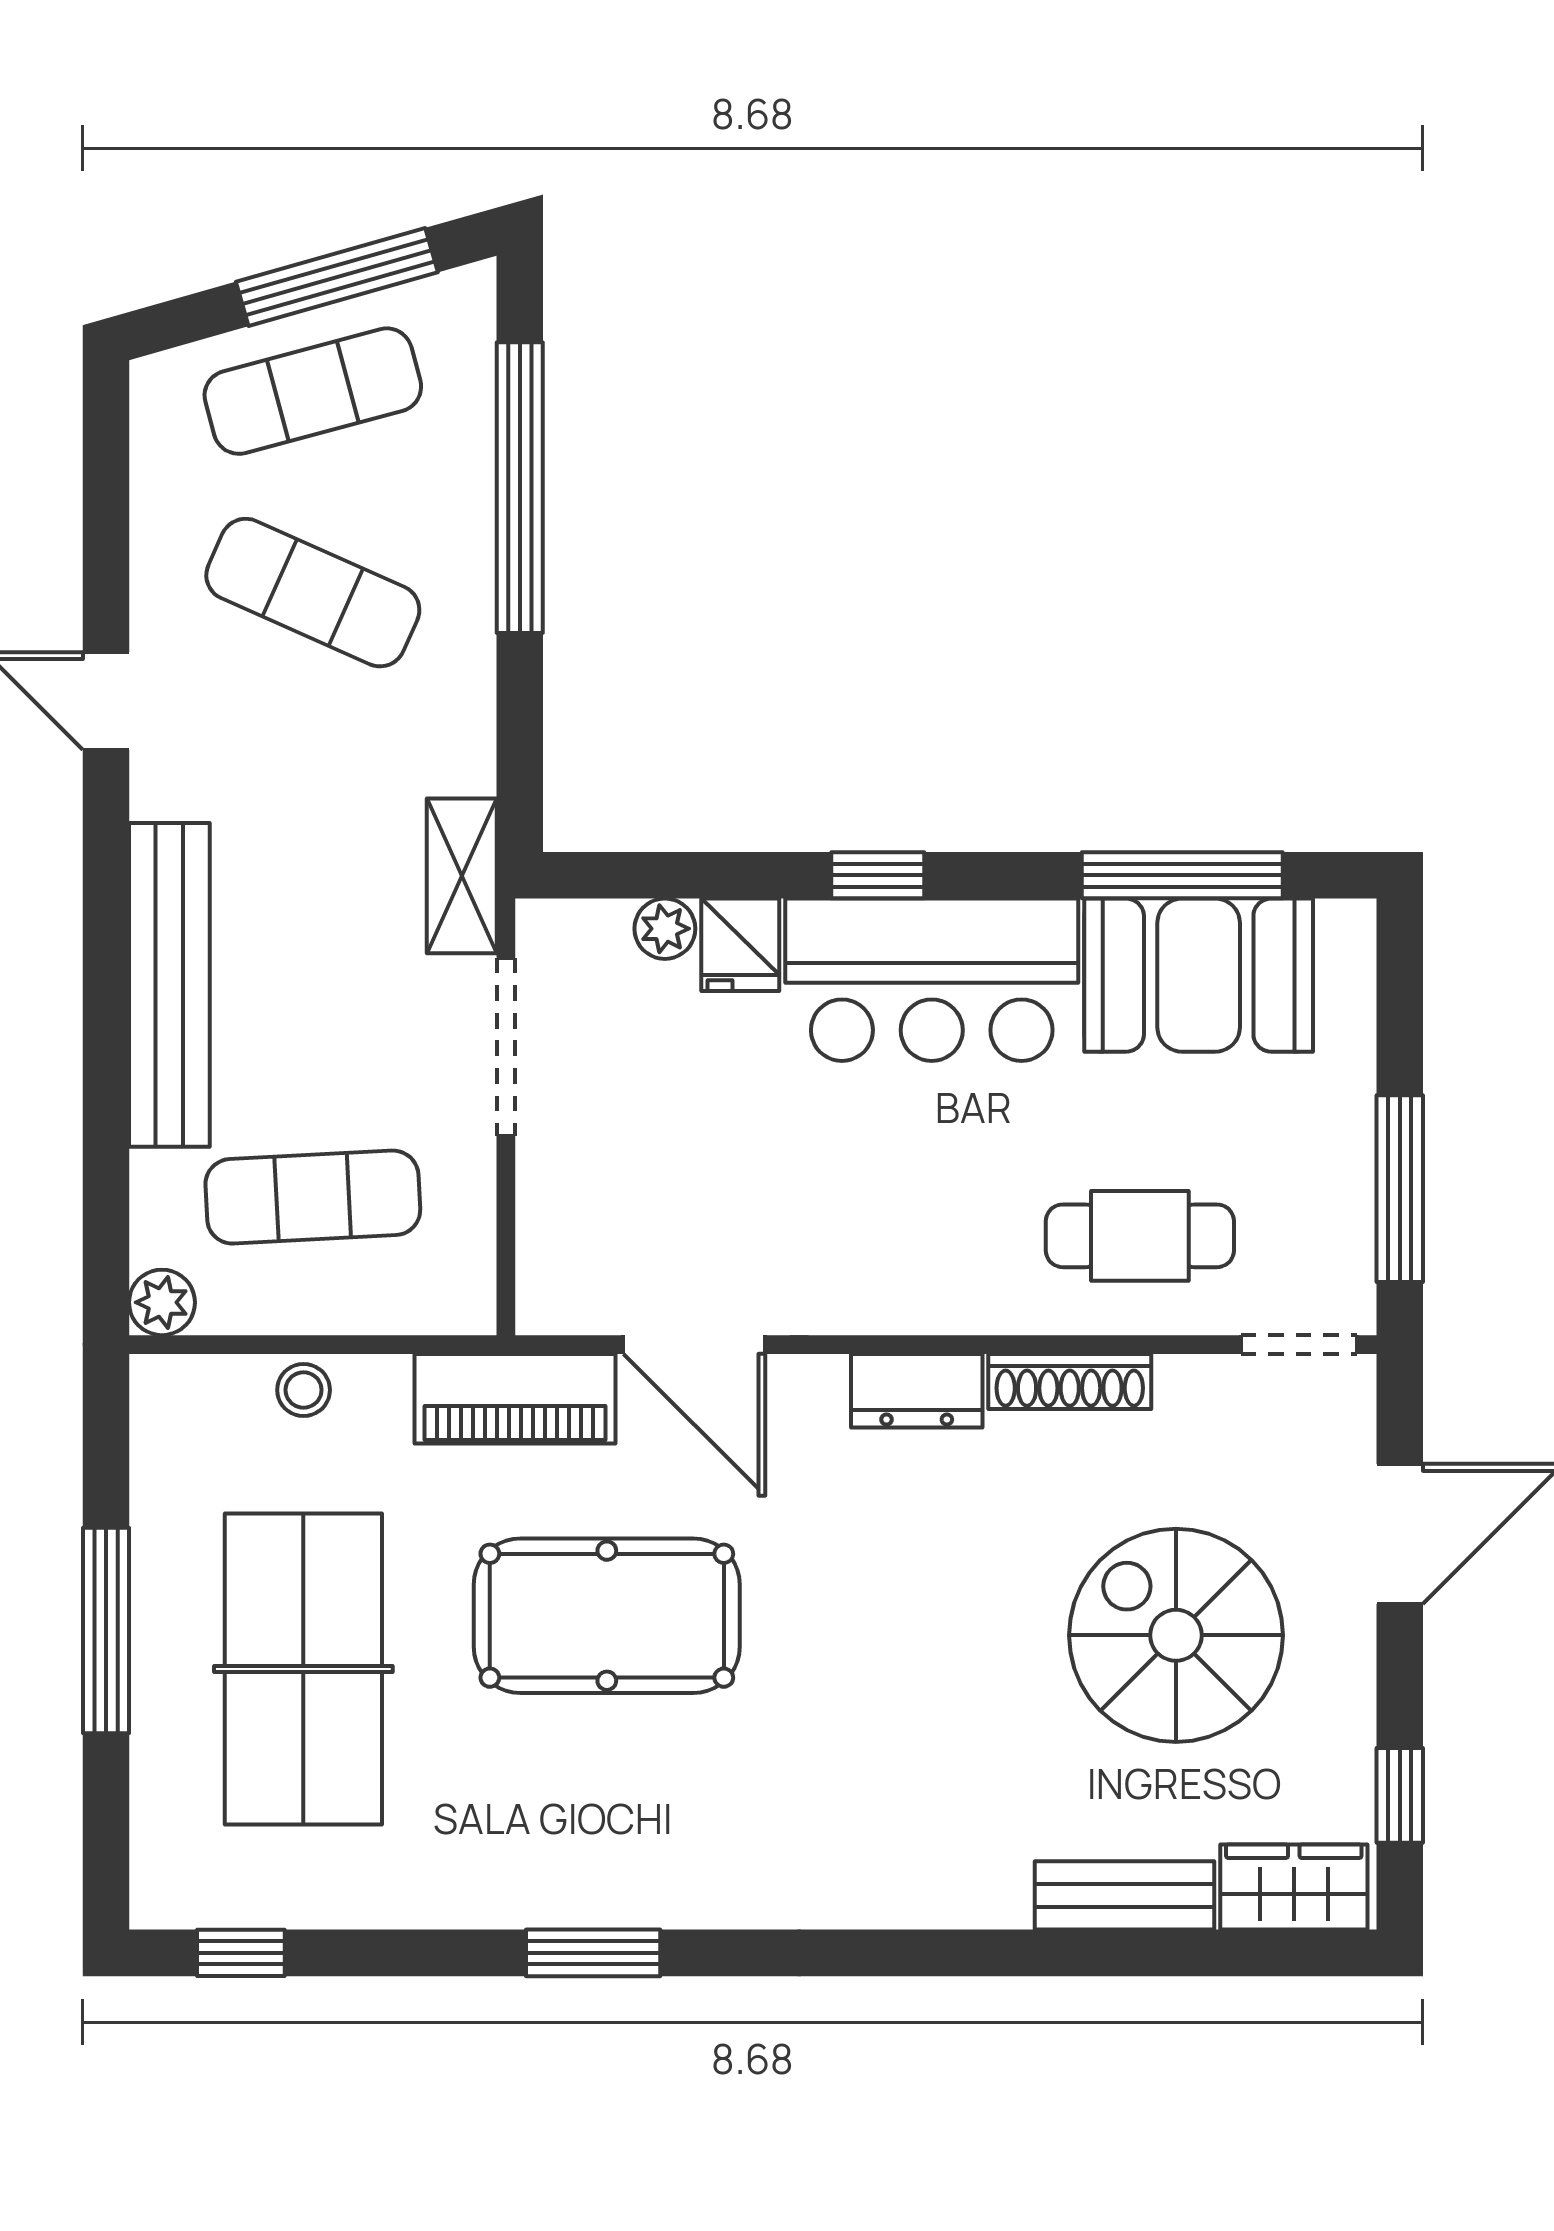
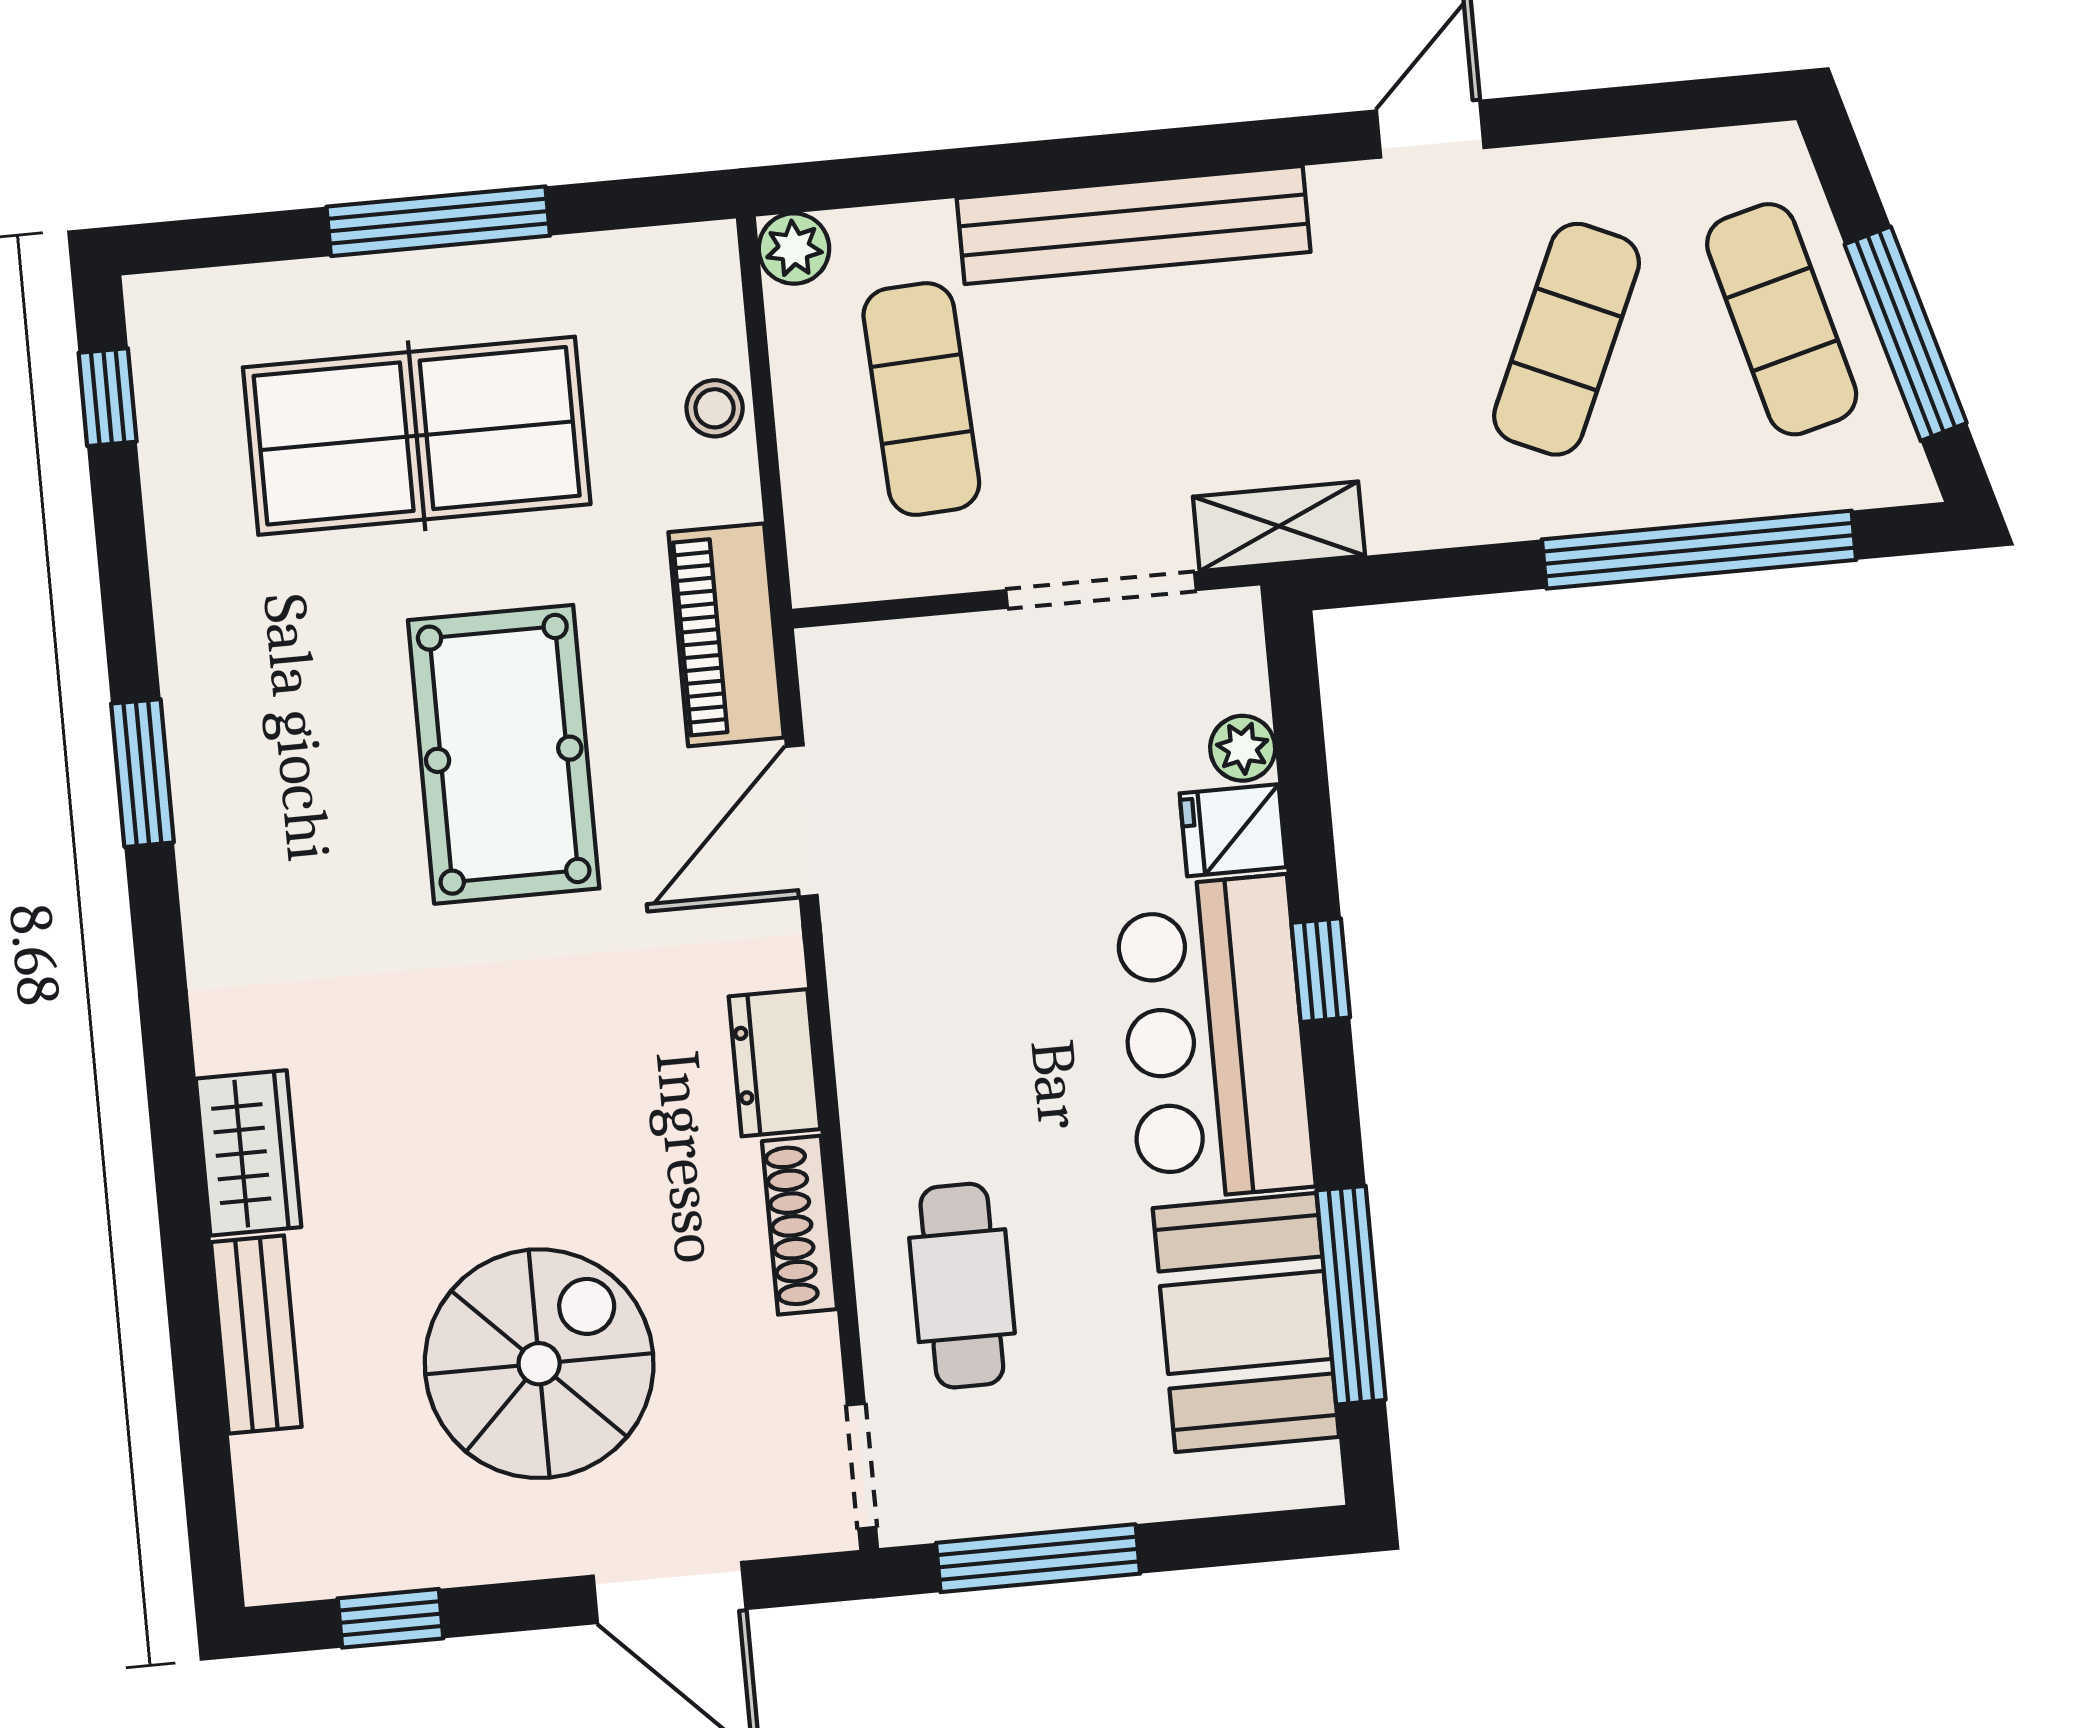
wardrobe: (1294, 1887) -> (249, 1153), moved

